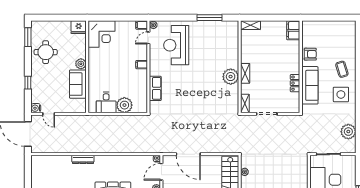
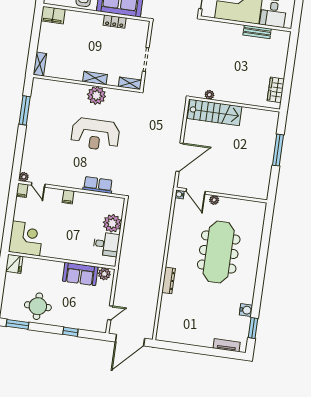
reception desk: (176, 45) -> (95, 134), moved
plant: (81, 64) -> (104, 274), moved
water cooler: (36, 108) -> (101, 327), removed

